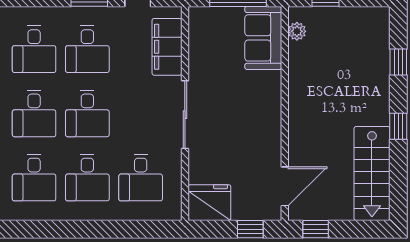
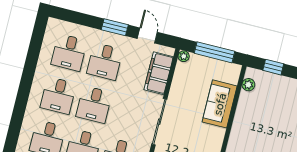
plant: (196, 14) -> (184, 56), added
sofa: (263, 38) -> (220, 104), moved

